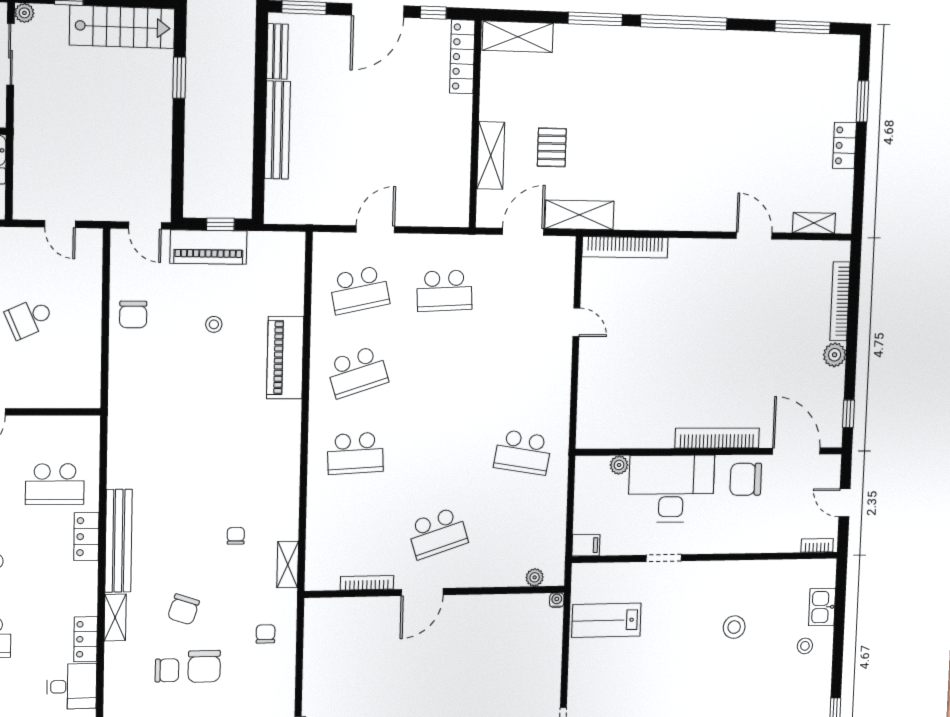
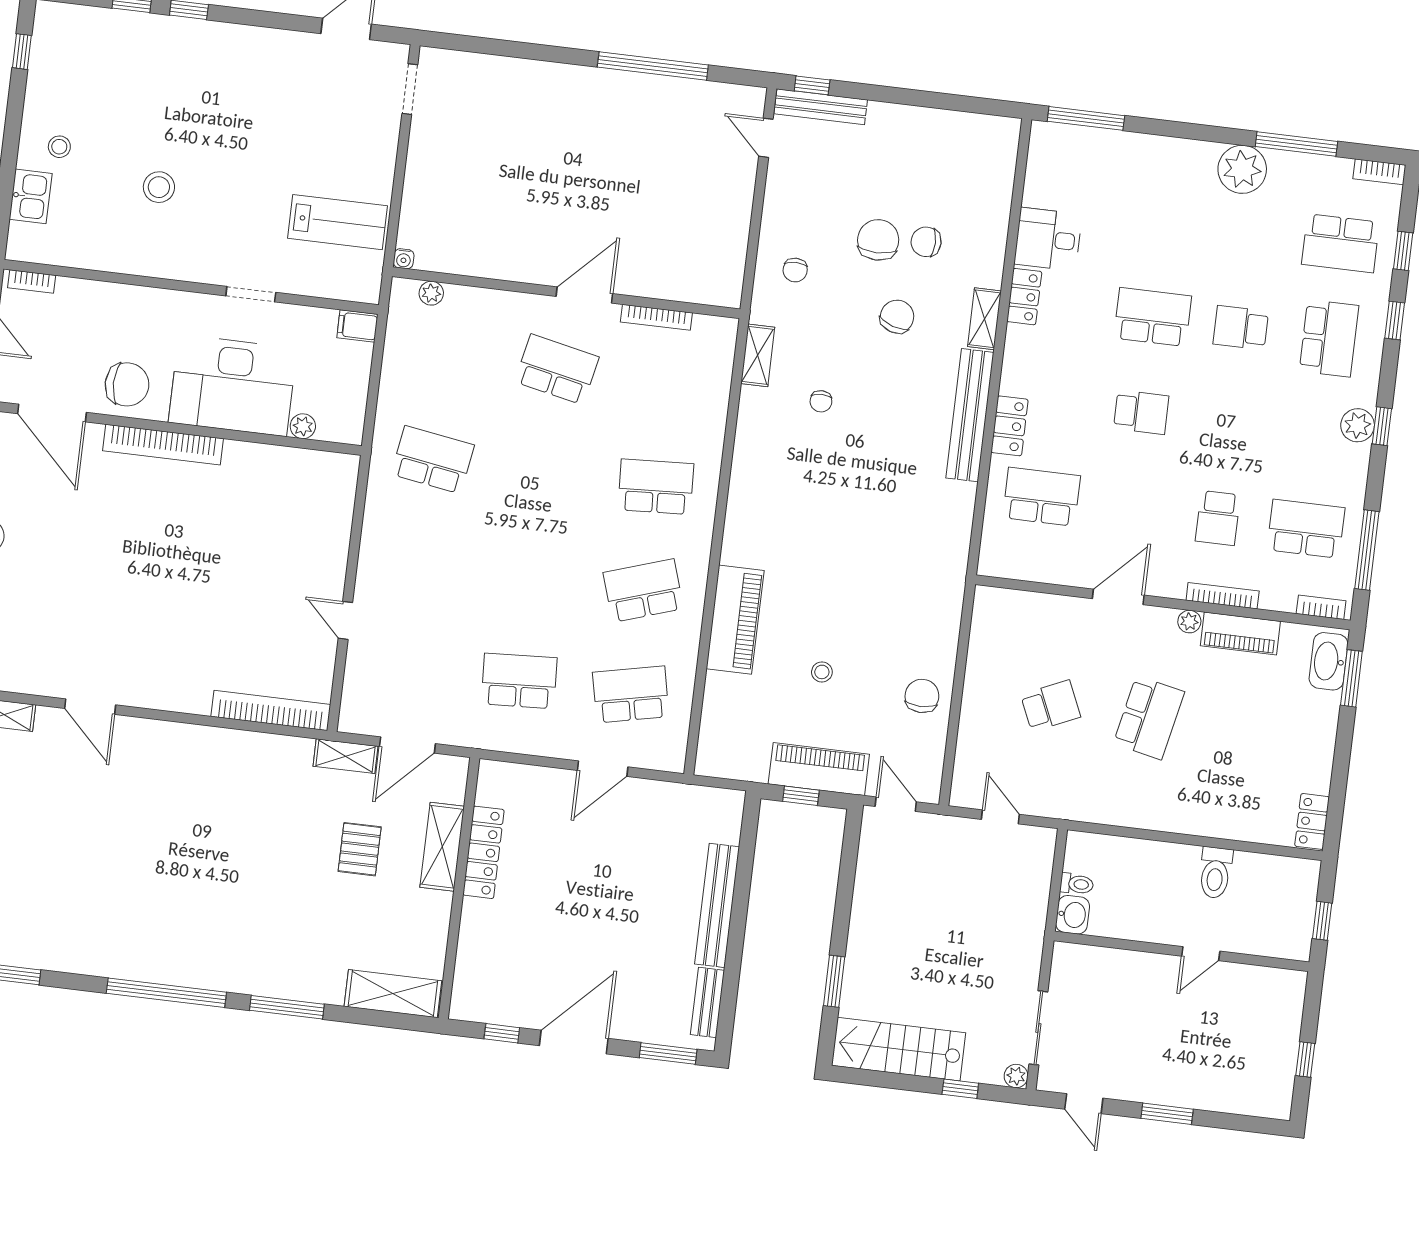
locker: (462, 57) -> (483, 852), moved
shelving: (579, 215) -> (345, 756), width x0.67, depth x0.75
school desk: (438, 533) -> (557, 369), turned 30

